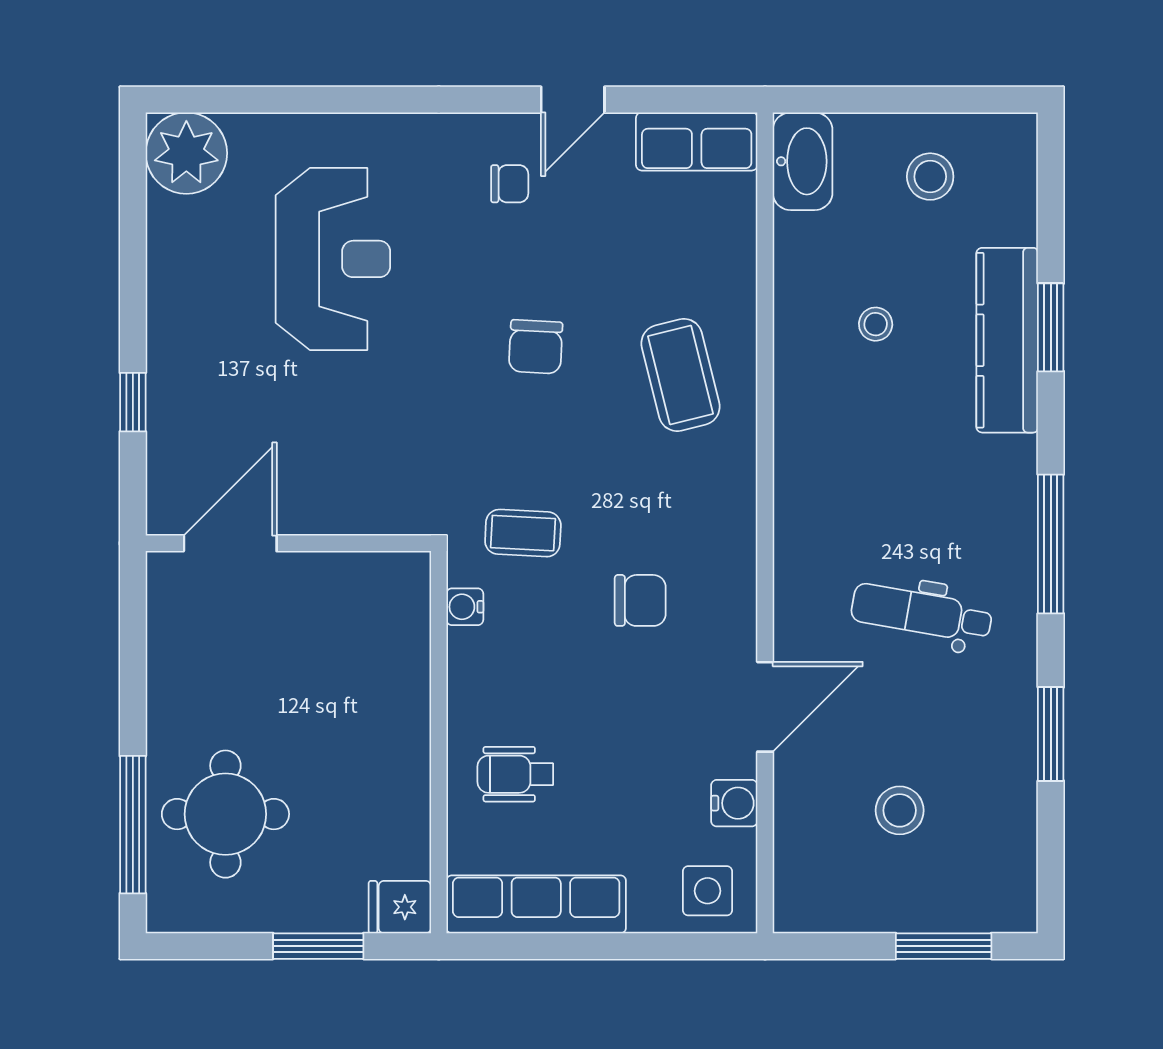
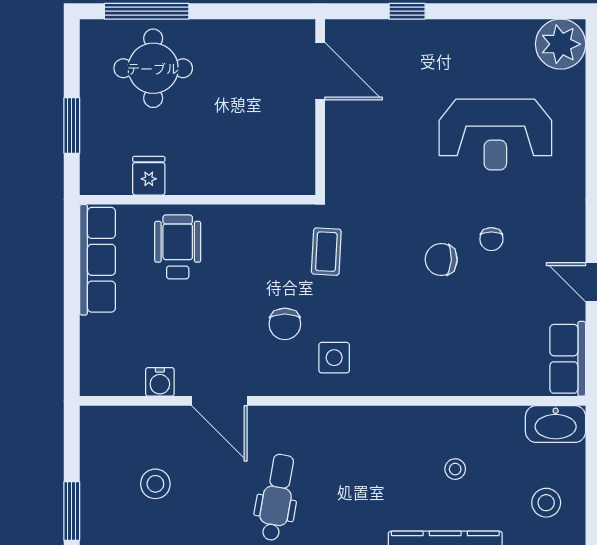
chair: (510, 184) -> (491, 239), moved
coffee table: (680, 375) -> (424, 349), removed
water cooler: (465, 607) -> (281, 216), removed
wheelchair: (515, 774) -> (178, 247), width x1.36, depth x1.37
side table: (707, 891) -> (334, 358), moved
fridge: (400, 907) -> (149, 176), moved

